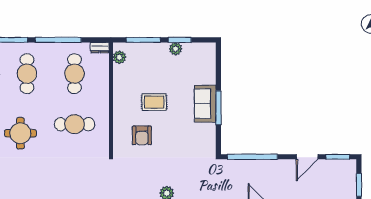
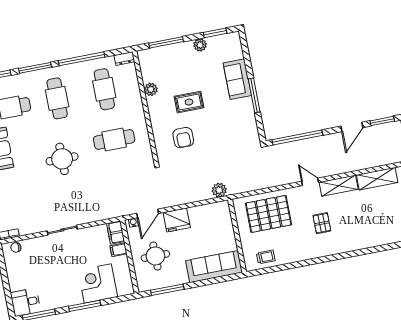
window: (180, 40) -> (215, 33), moved
plant: (119, 57) -> (151, 89), moved
sofa: (205, 104) -> (237, 79), moved

